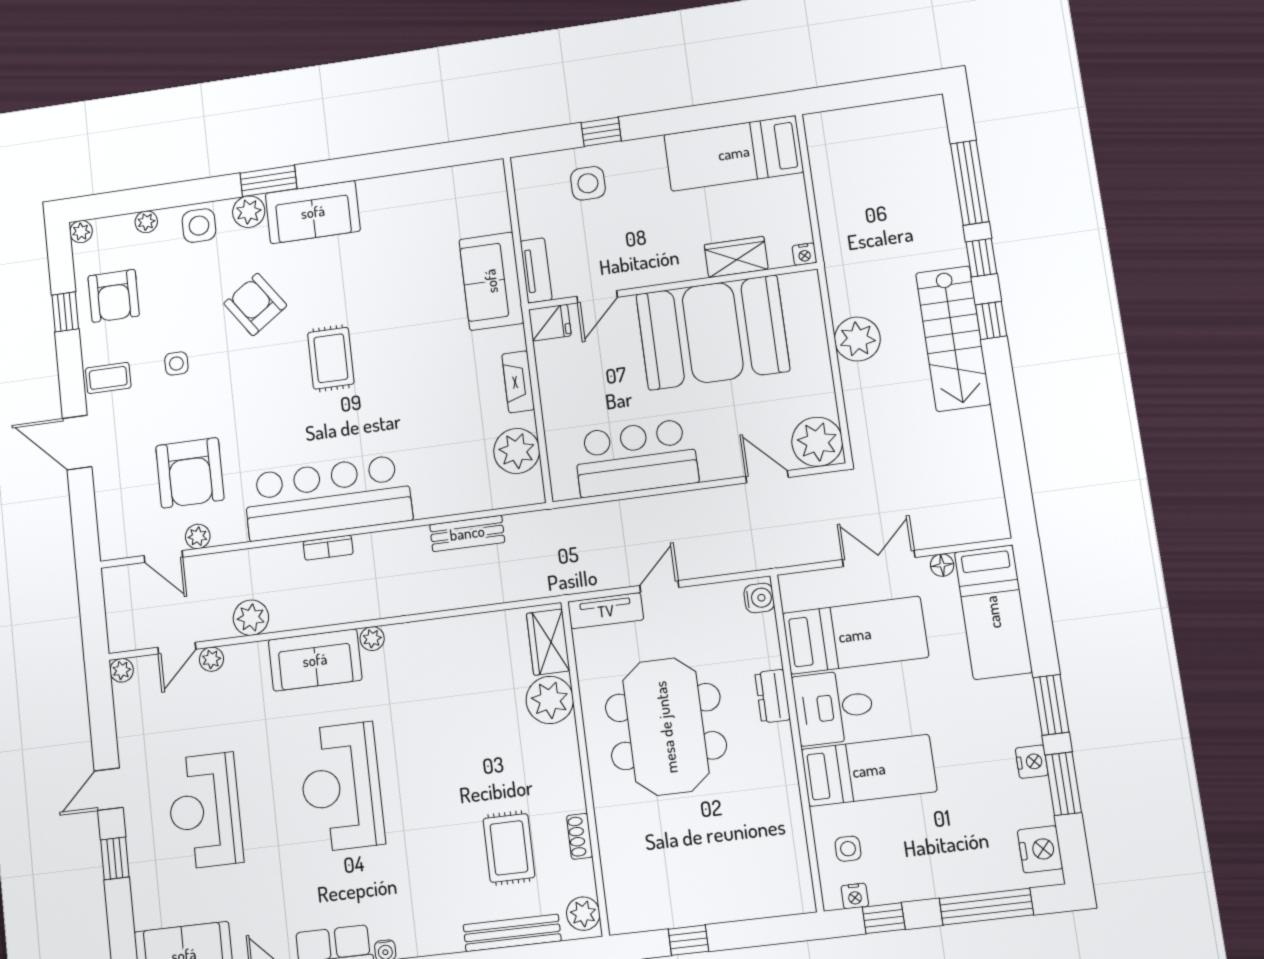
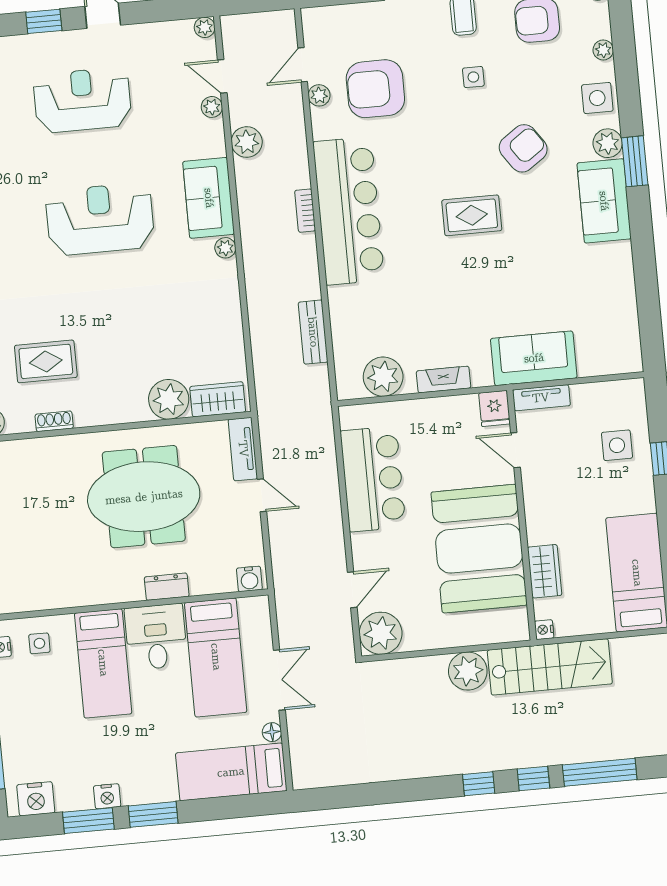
stairs: (953, 339) -> (550, 667), moved, turned 180

